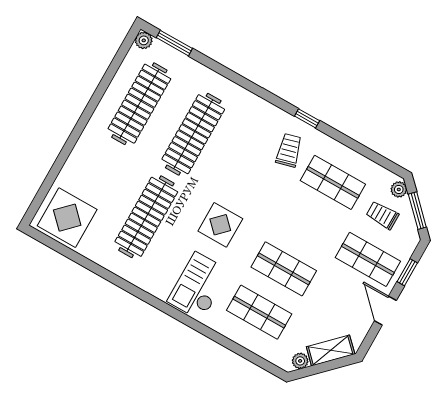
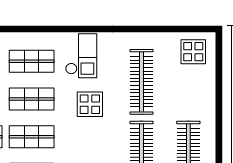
display table: (67, 218) -> (193, 52), width x0.73, depth x0.73
shop shelf: (308, 226) -> (32, 137), added

